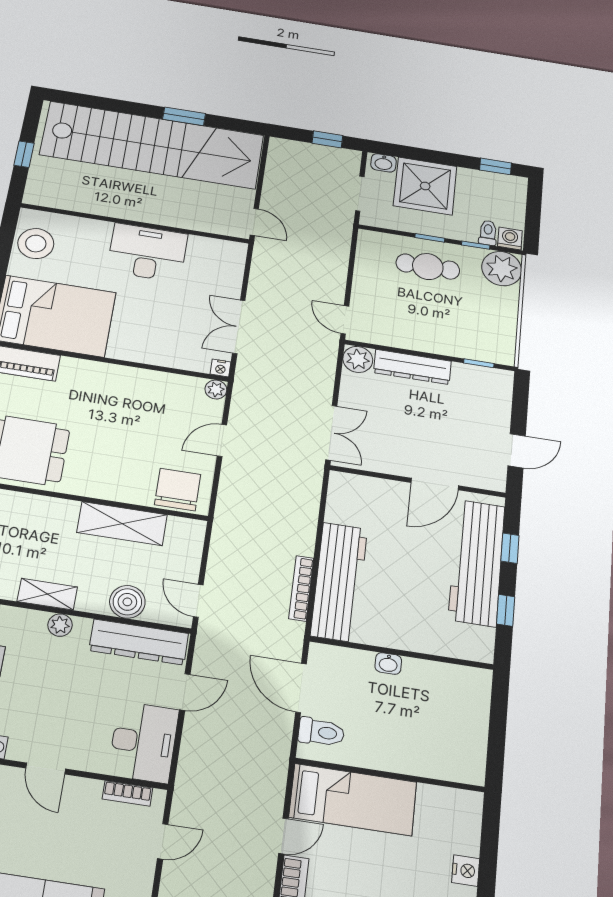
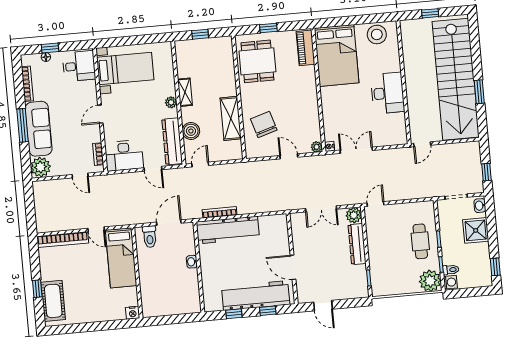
shower: (425, 186) -> (476, 230), width x0.73, depth x0.73
double door: (331, 433) -> (321, 209), moved
chair: (178, 490) -> (264, 124), moved, turned -107
nightstand: (466, 871) -> (133, 313), moved

